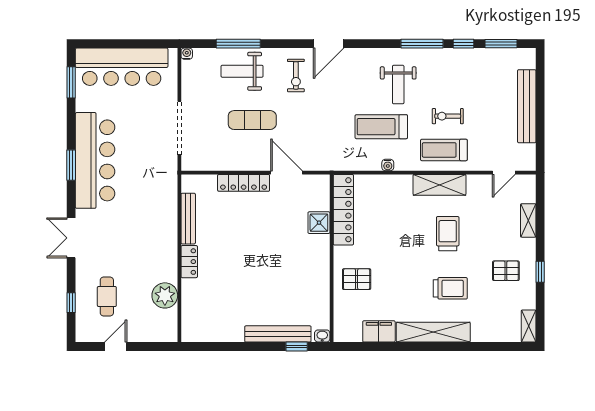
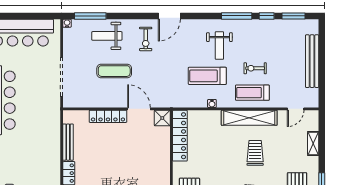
window: (238, 44) -> (90, 16), moved
shelving: (439, 185) -> (249, 118), width x1.47
shower: (319, 223) -> (162, 118), moved

